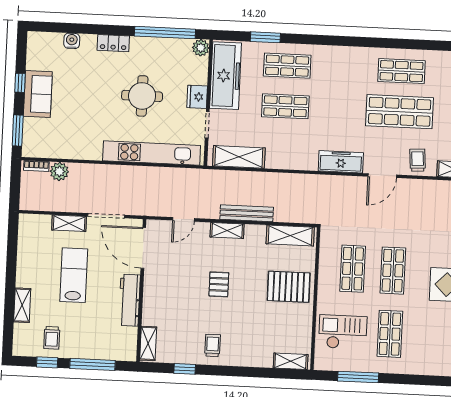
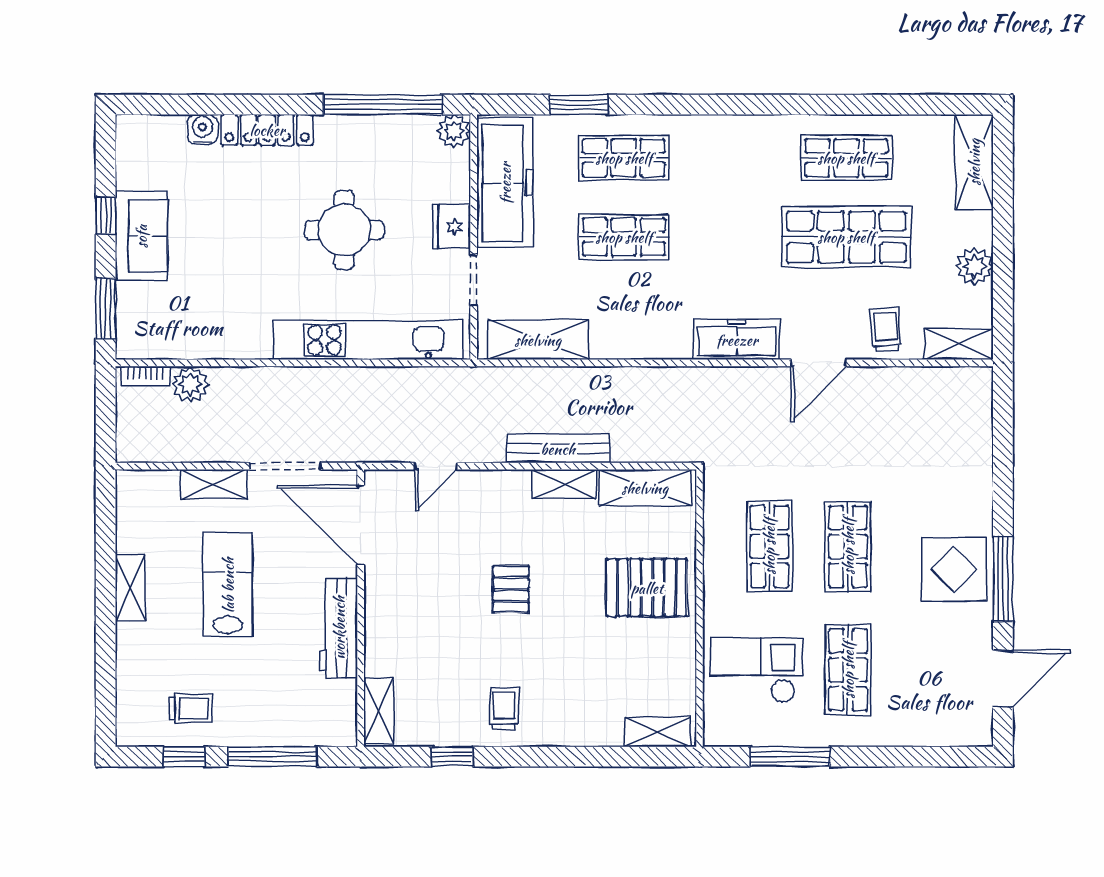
locker: (113, 43) -> (267, 130), width x1.53
shelving: (227, 231) -> (564, 484), moved
shelving: (22, 305) -> (130, 588), moved
trolley: (52, 338) -> (191, 708), turned -90

